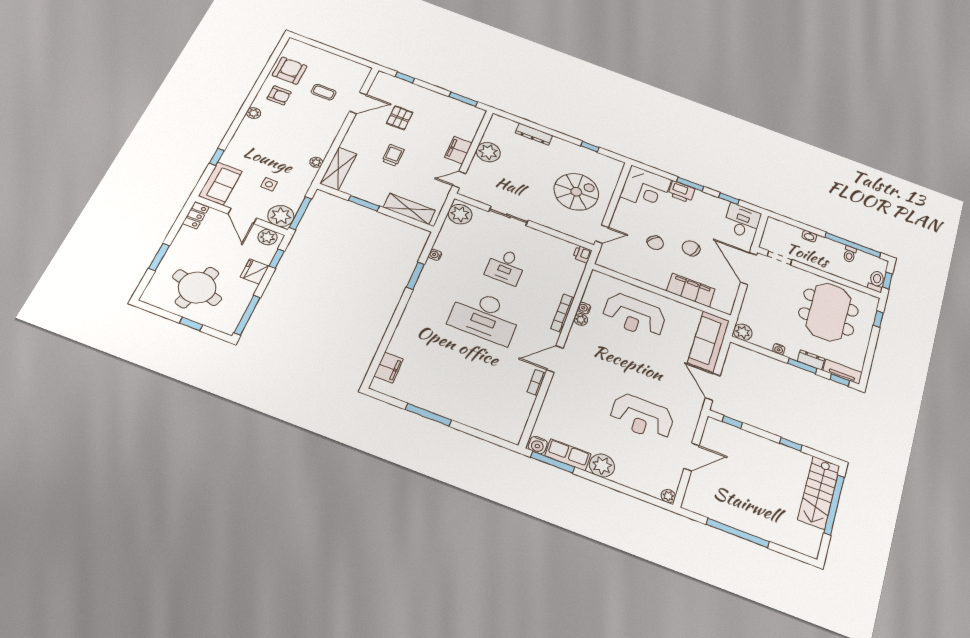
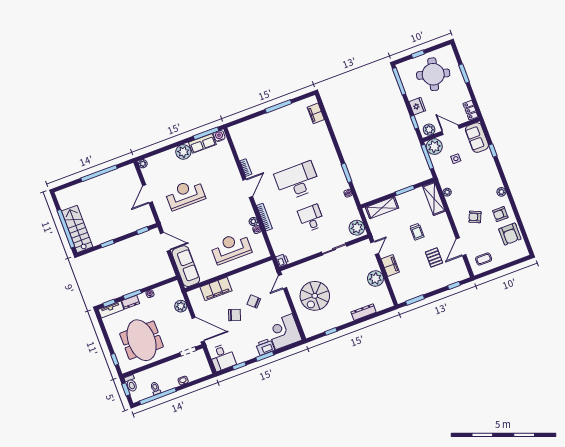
coffee table: (324, 92) -> (484, 259), moved
armchair: (311, 116) -> (475, 217), added
plant: (743, 332) -> (181, 306), moved

